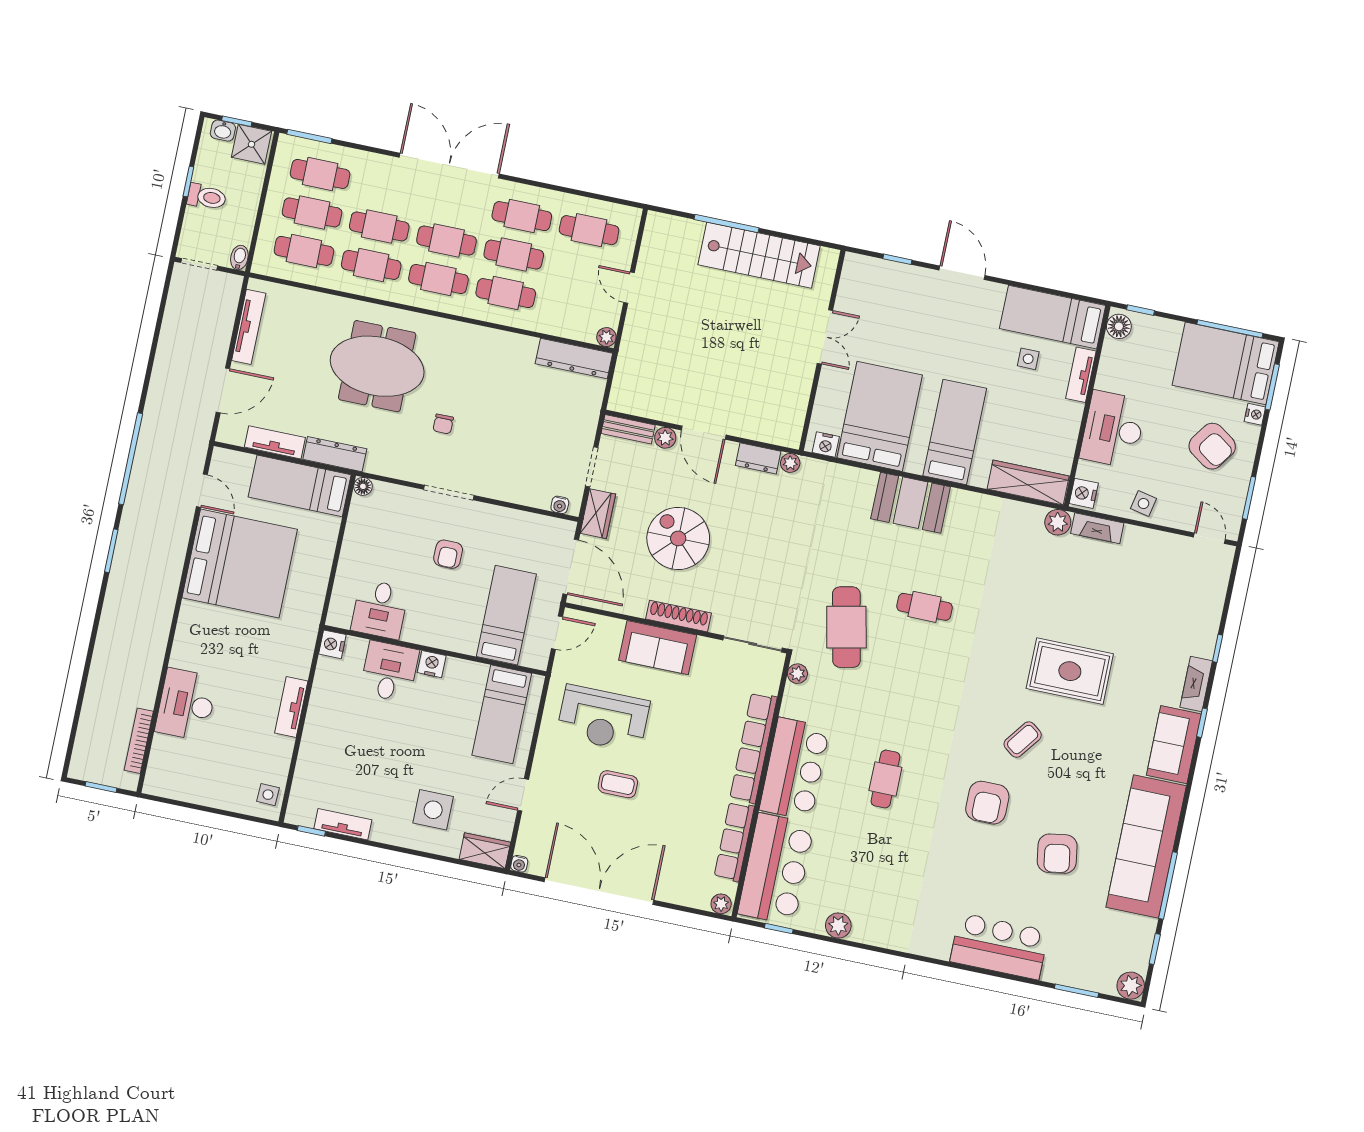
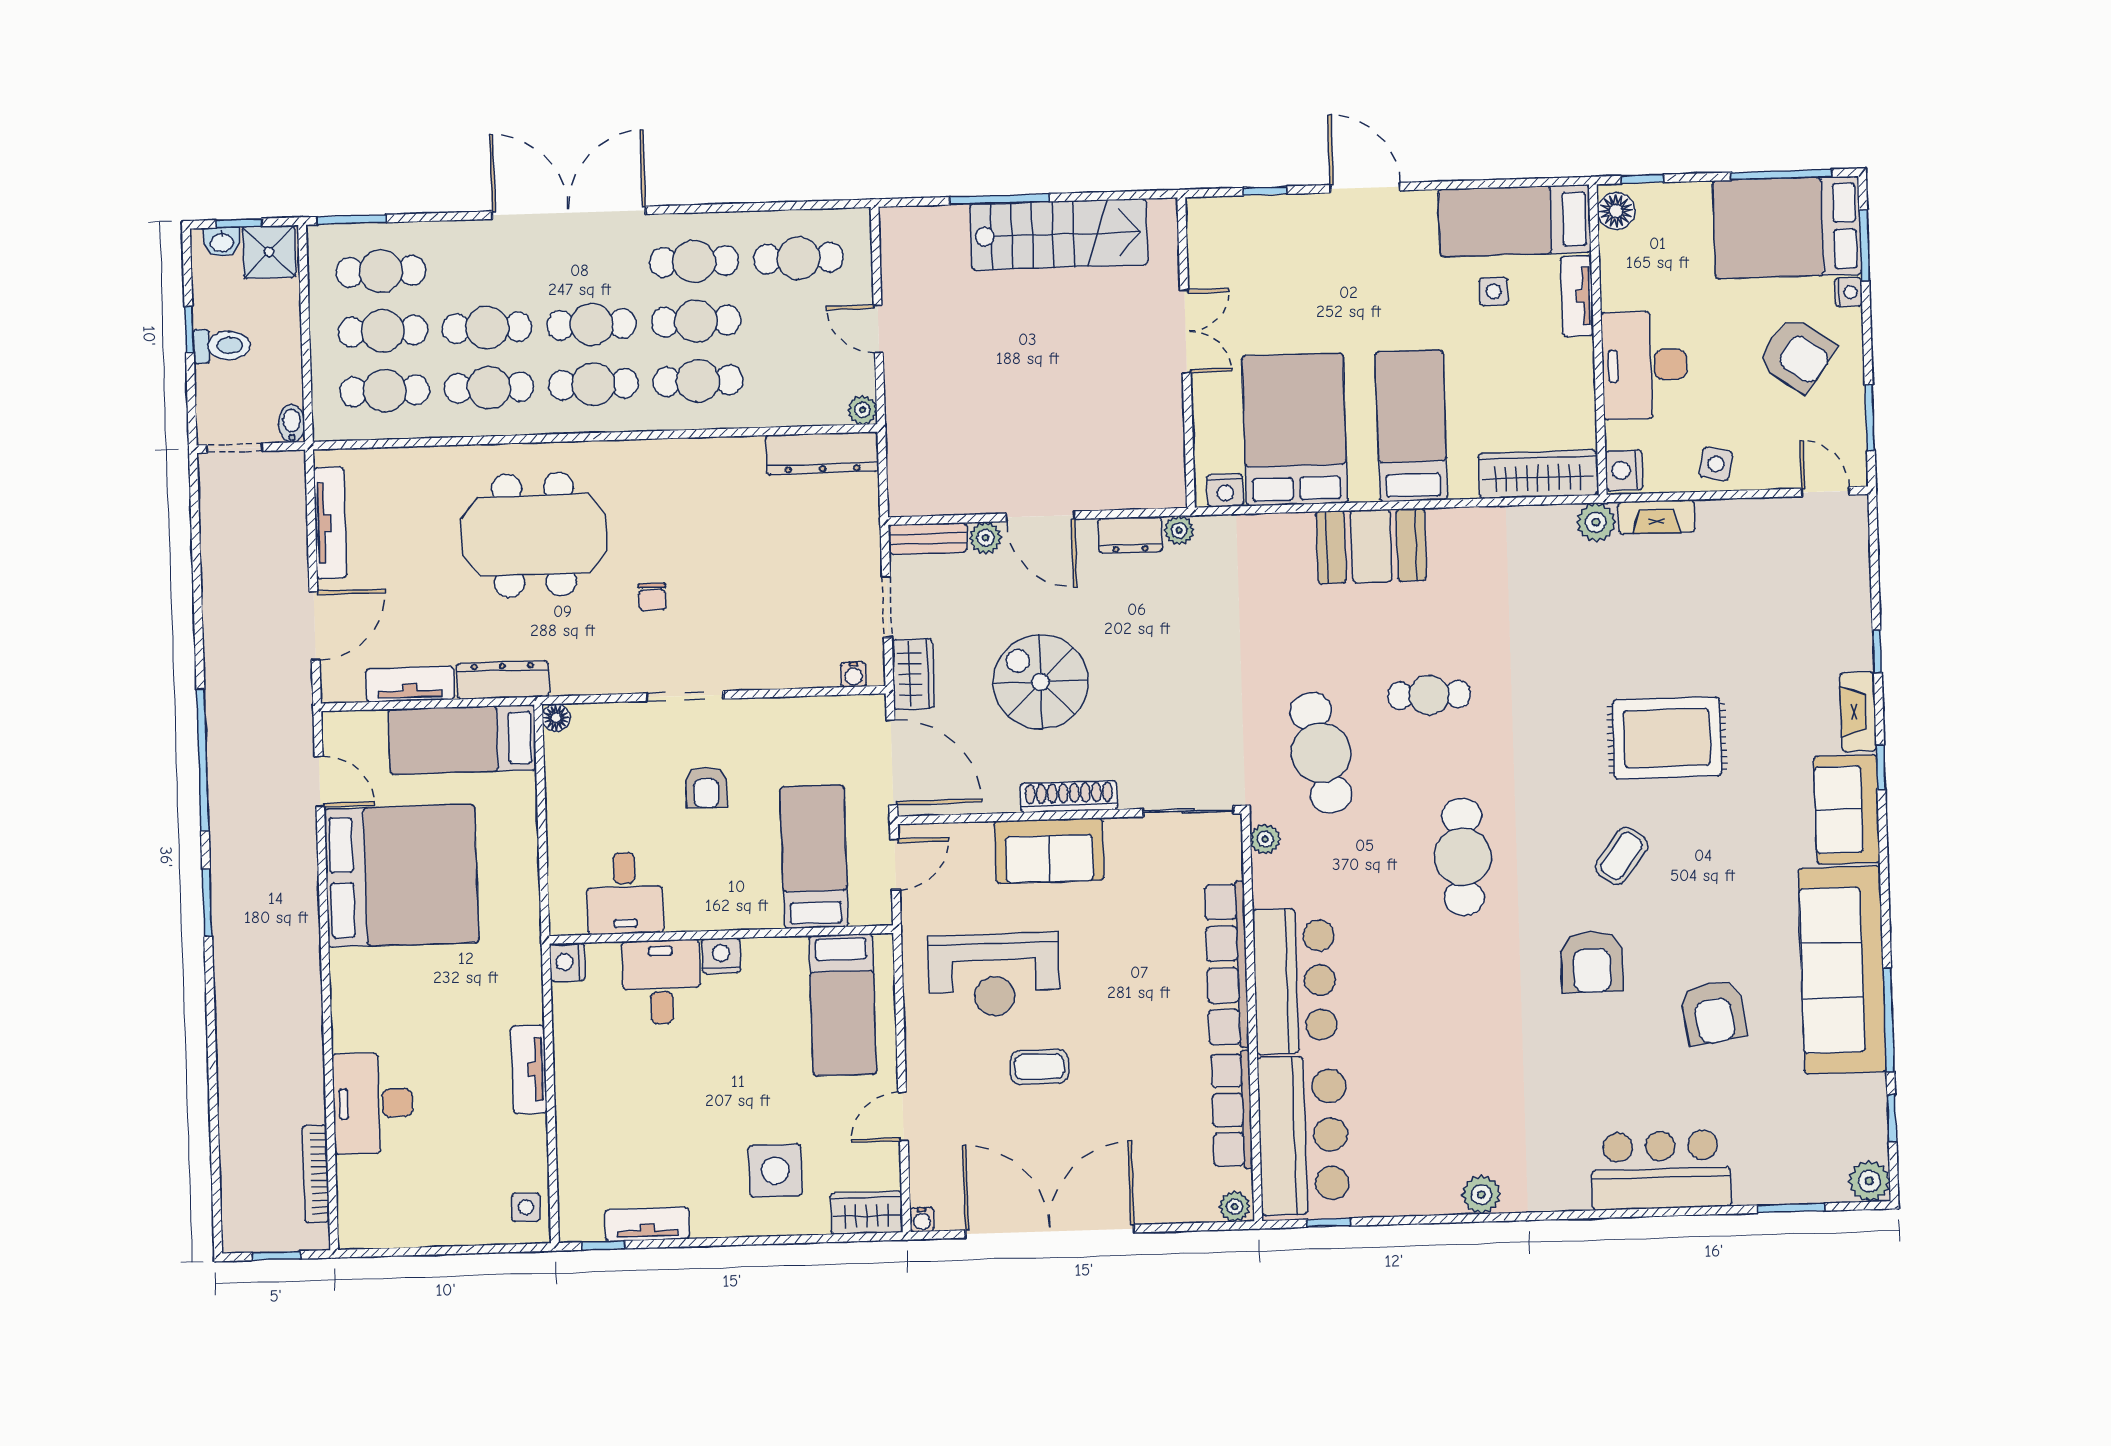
cafe table: (885, 779) -> (1463, 857), moved, width x1.37, depth x1.35
plant: (838, 925) -> (1481, 1195), moved

